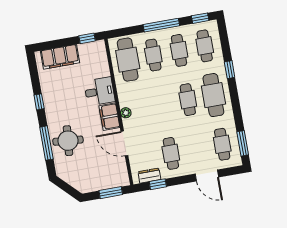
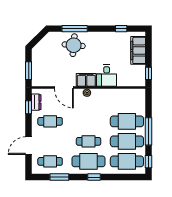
cafe table: (205, 46) -> (127, 161), width x1.37, depth x1.35
cafe table: (179, 50) -> (127, 141), width x1.37, depth x1.35
cafe table: (153, 55) -> (127, 121), width x1.37, depth x1.35
cafe table: (128, 60) -> (127, 101), removed
window: (230, 70) -> (94, 177), moved
window: (39, 102) -> (121, 29), moved
door: (124, 143) -> (64, 88), swing flipped
window: (243, 143) -> (59, 177), moved

